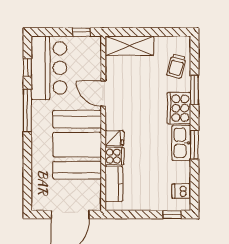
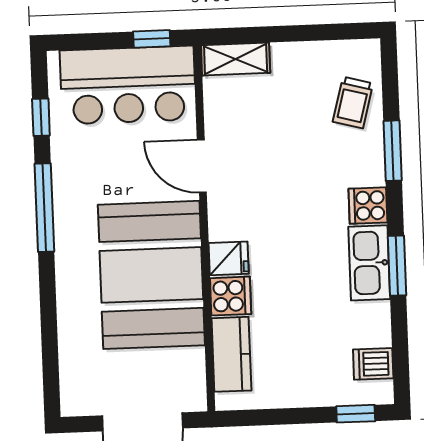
shelving: (129, 46) -> (236, 59), width x0.67, depth x0.75
bar counter: (49, 68) -> (128, 85), moved, turned 90
cooker: (179, 108) -> (368, 206), width x0.53, depth x0.76

